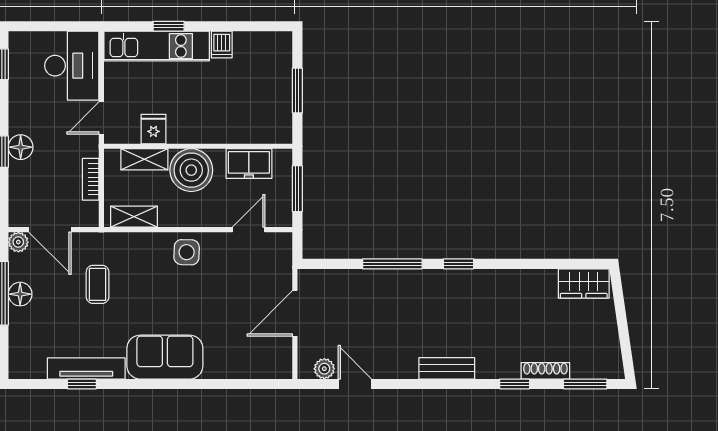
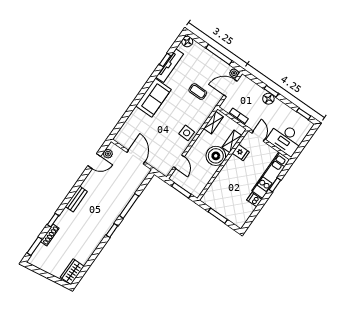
freezer: (249, 164) -> (203, 179), removed
floor lamp: (20, 294) -> (187, 42), moved

